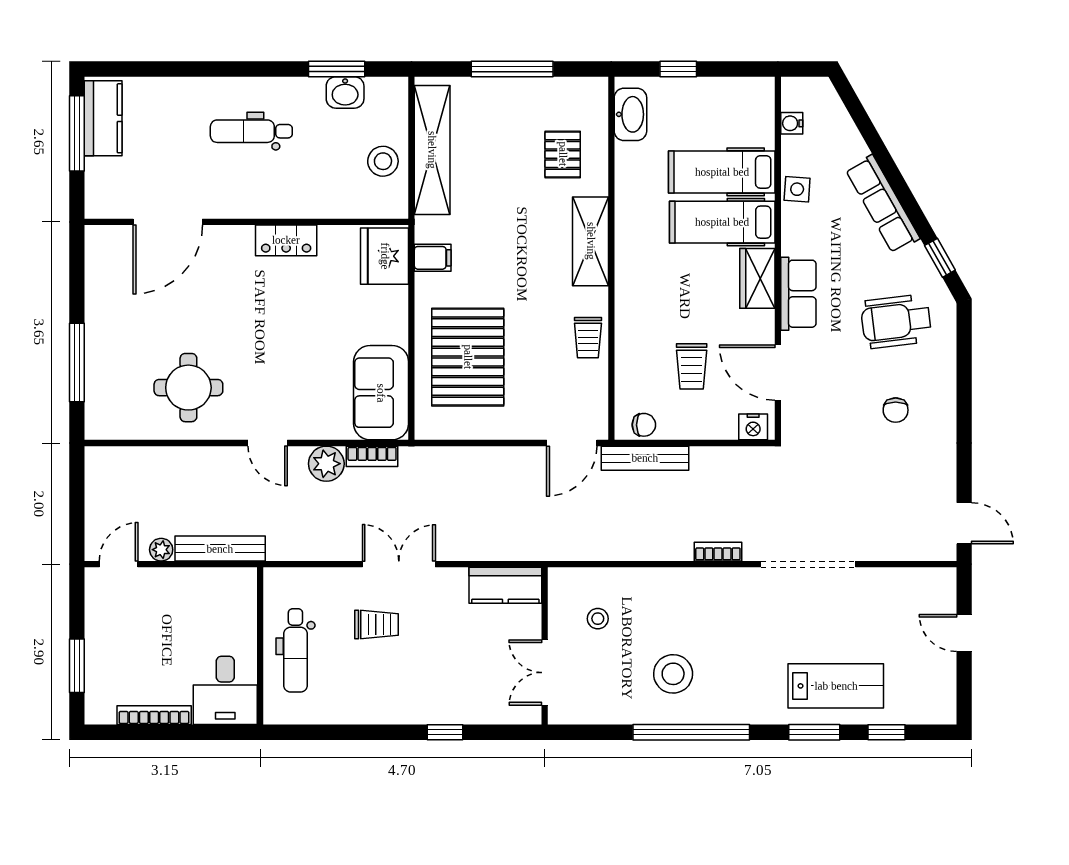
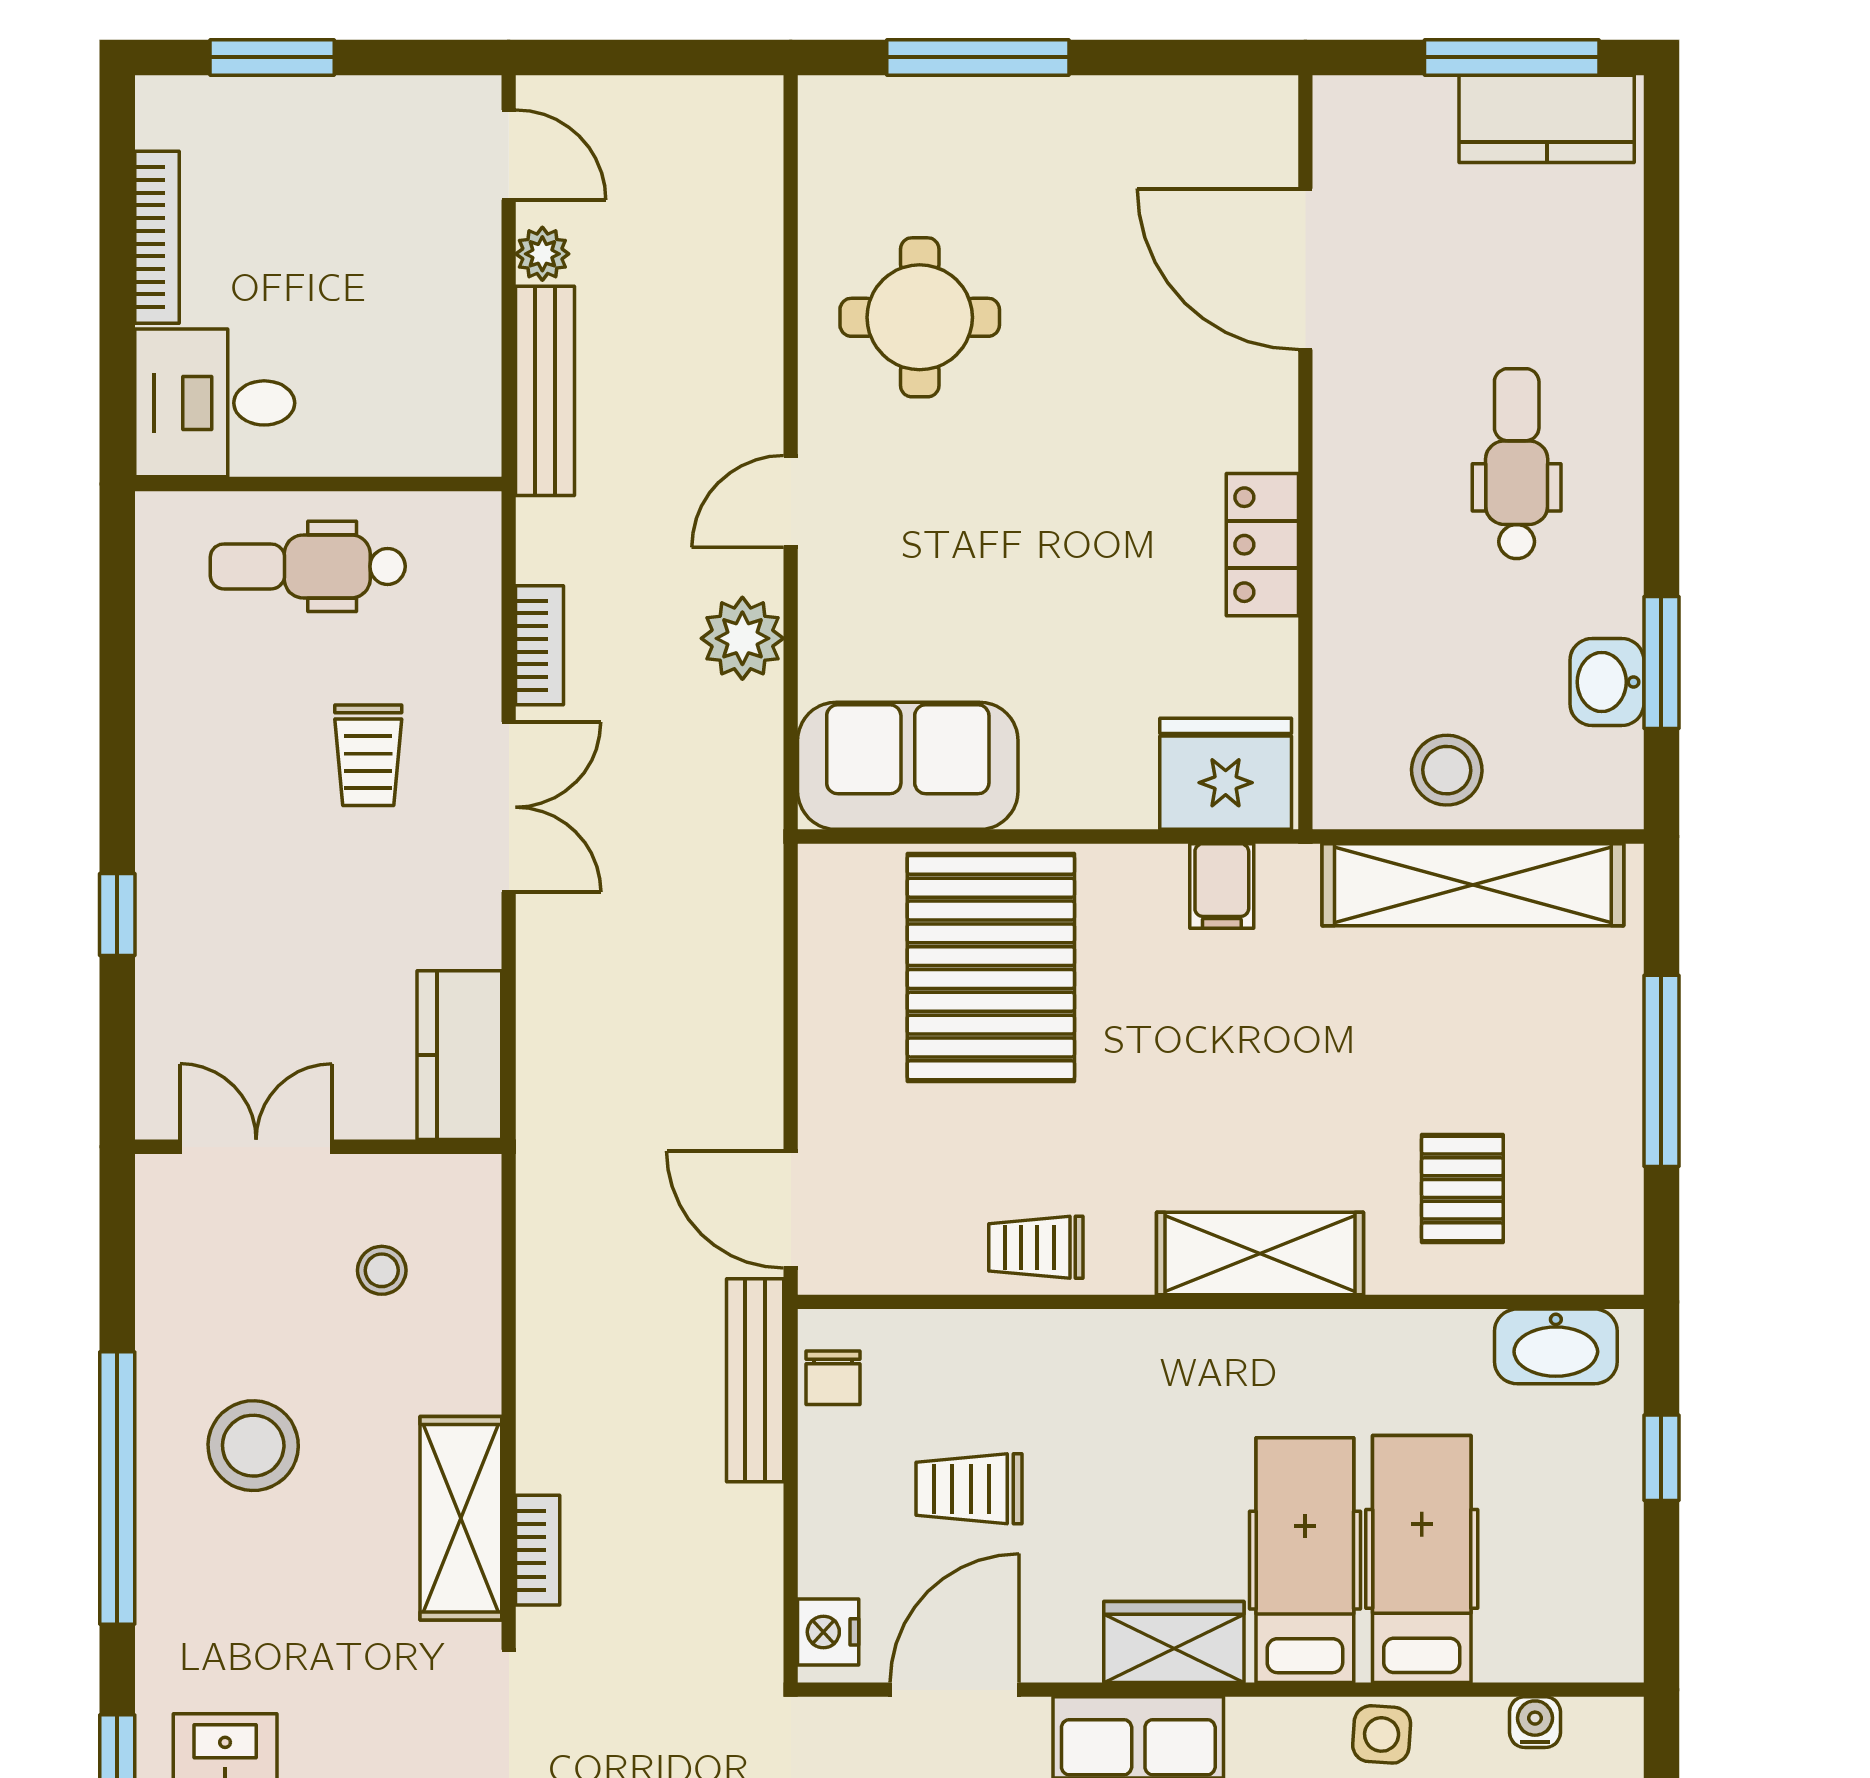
pallet: (563, 154) -> (1462, 1188), turned 90
pallet: (468, 357) -> (991, 968), turned 90
bookcase: (372, 456) -> (540, 645), moved, turned 180
shelving: (704, 585) -> (461, 1518), added

